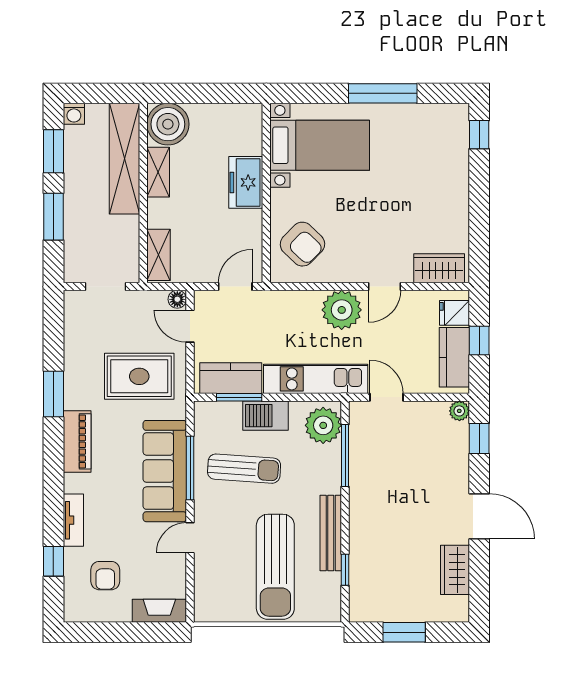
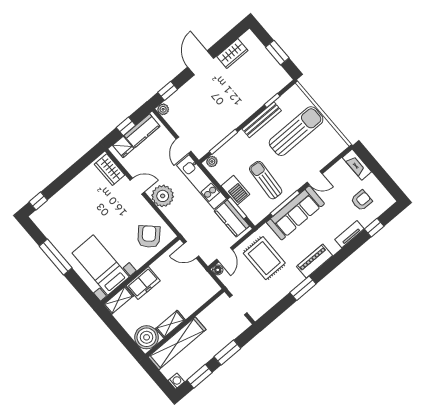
shelving: (159, 255) -> (118, 300), moved
plant: (323, 425) -> (212, 161), width x0.53, depth x0.53

